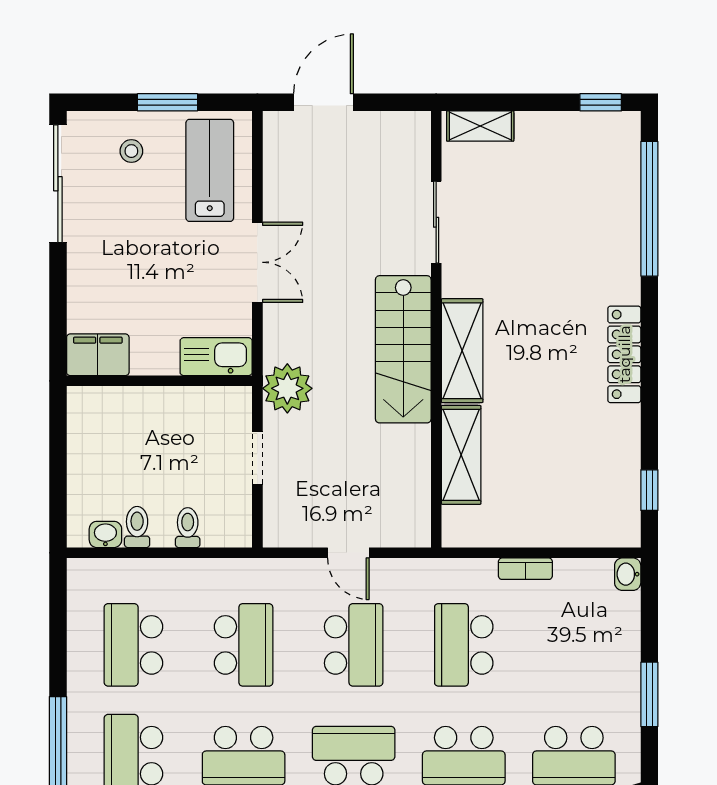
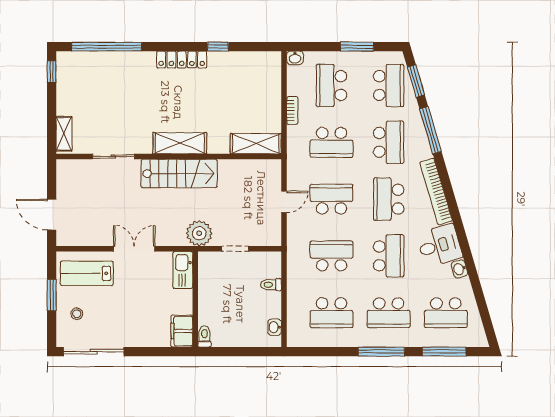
shelving: (461, 455) -> (256, 144), moved
window: (649, 490) -> (218, 47), moved
toilet: (137, 527) -> (205, 337), moved, turned 90
school desk: (574, 645) -> (332, 86), added

